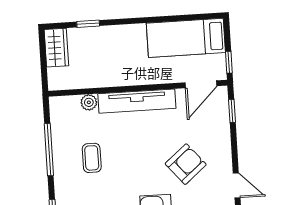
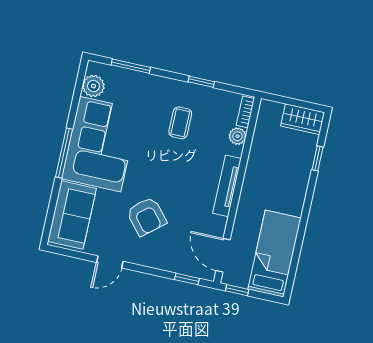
tv unit: (137, 101) -> (227, 186), width x0.73, depth x0.78
bookcase: (65, 102) -> (245, 112), added
window: (49, 150) -> (201, 82), width x0.46
coffee table: (92, 158) -> (180, 123), turned 90

